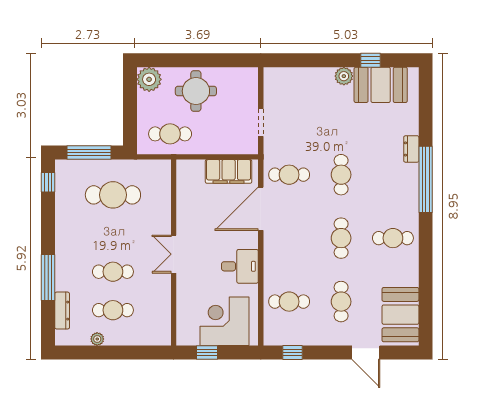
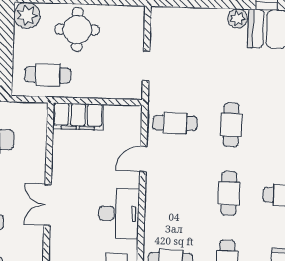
filing cabinet: (229, 171) -> (78, 116), moved
door: (261, 209) -> (143, 159), width x0.53
desk: (240, 266) -> (119, 214), width x1.37

